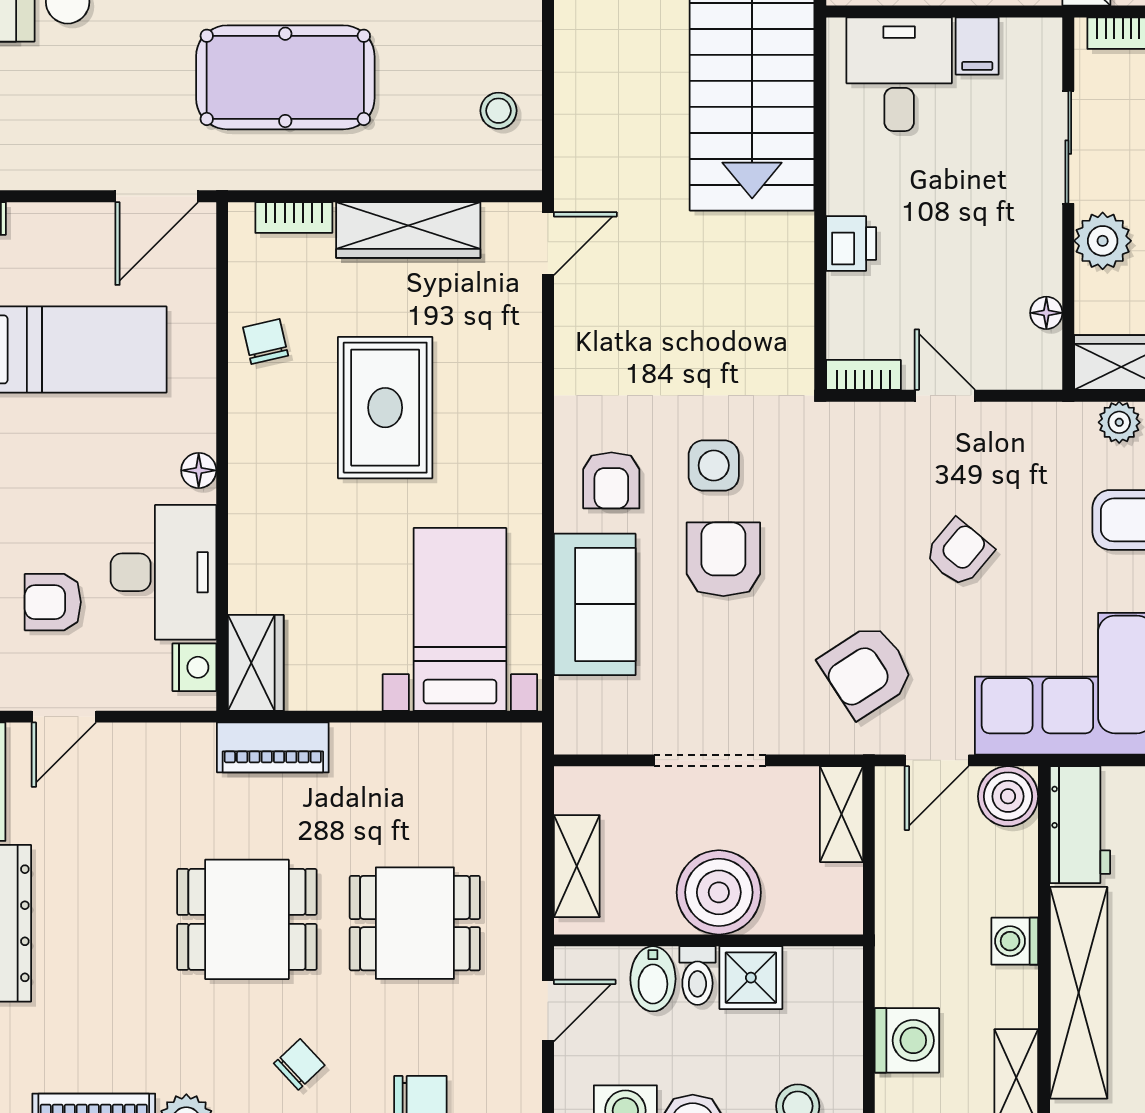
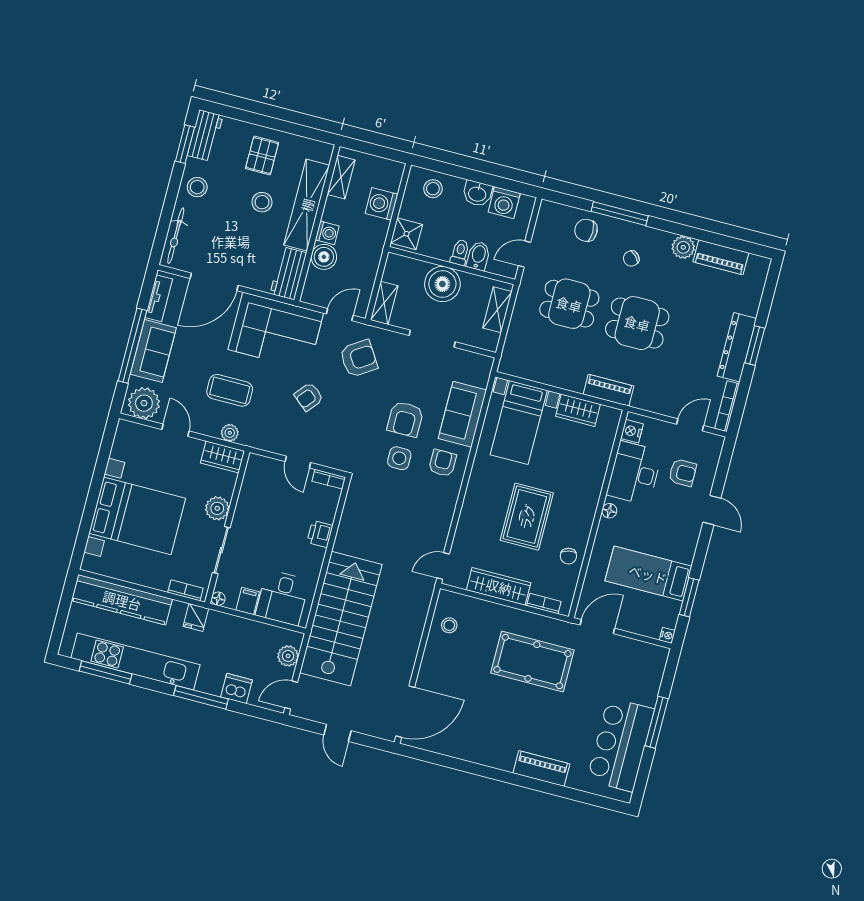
floor lamp: (1046, 313) -> (218, 599), moved
wardrobe: (256, 663) -> (578, 410), moved, turned -90
boiler: (1008, 796) -> (324, 257), moved
shower: (751, 978) -> (407, 234), moved

